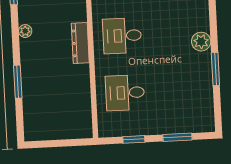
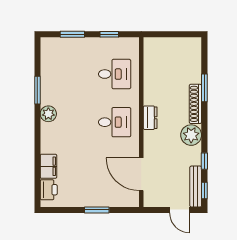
plant: (25, 31) -> (191, 135), width x1.87, depth x1.87
dresser: (80, 43) -> (150, 118), width x0.70
shoe rack: (27, 62) -> (195, 104), added

